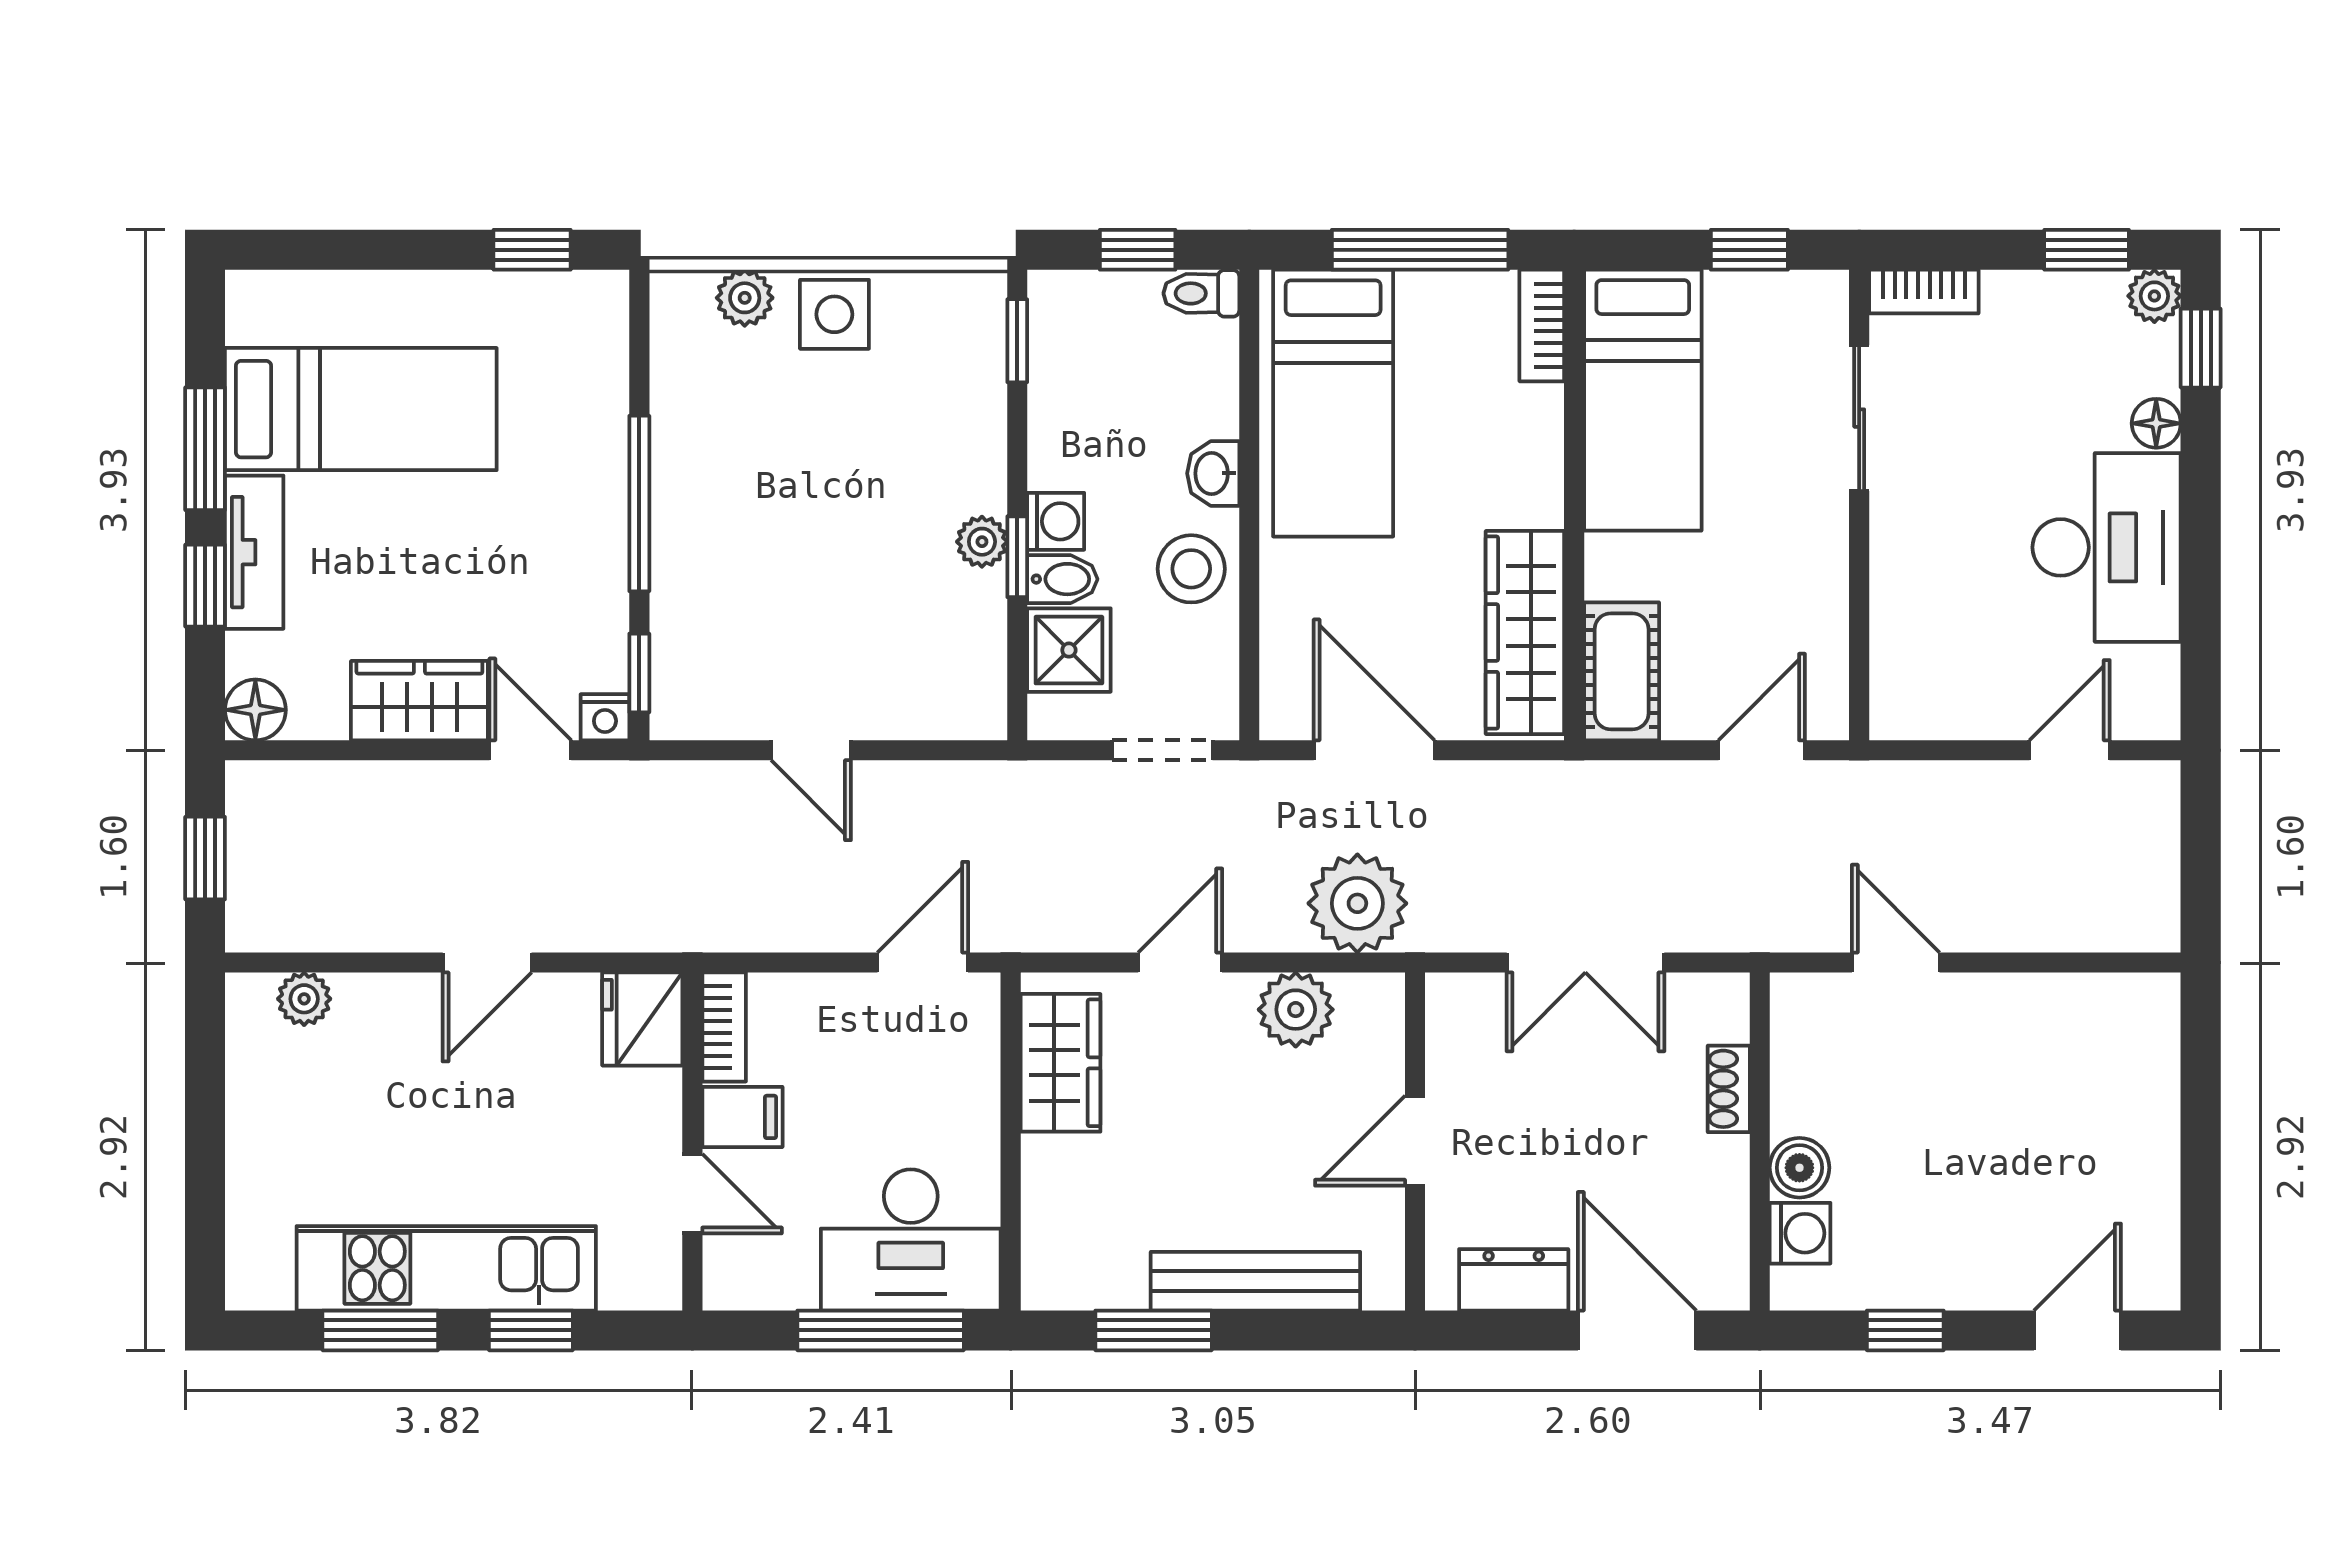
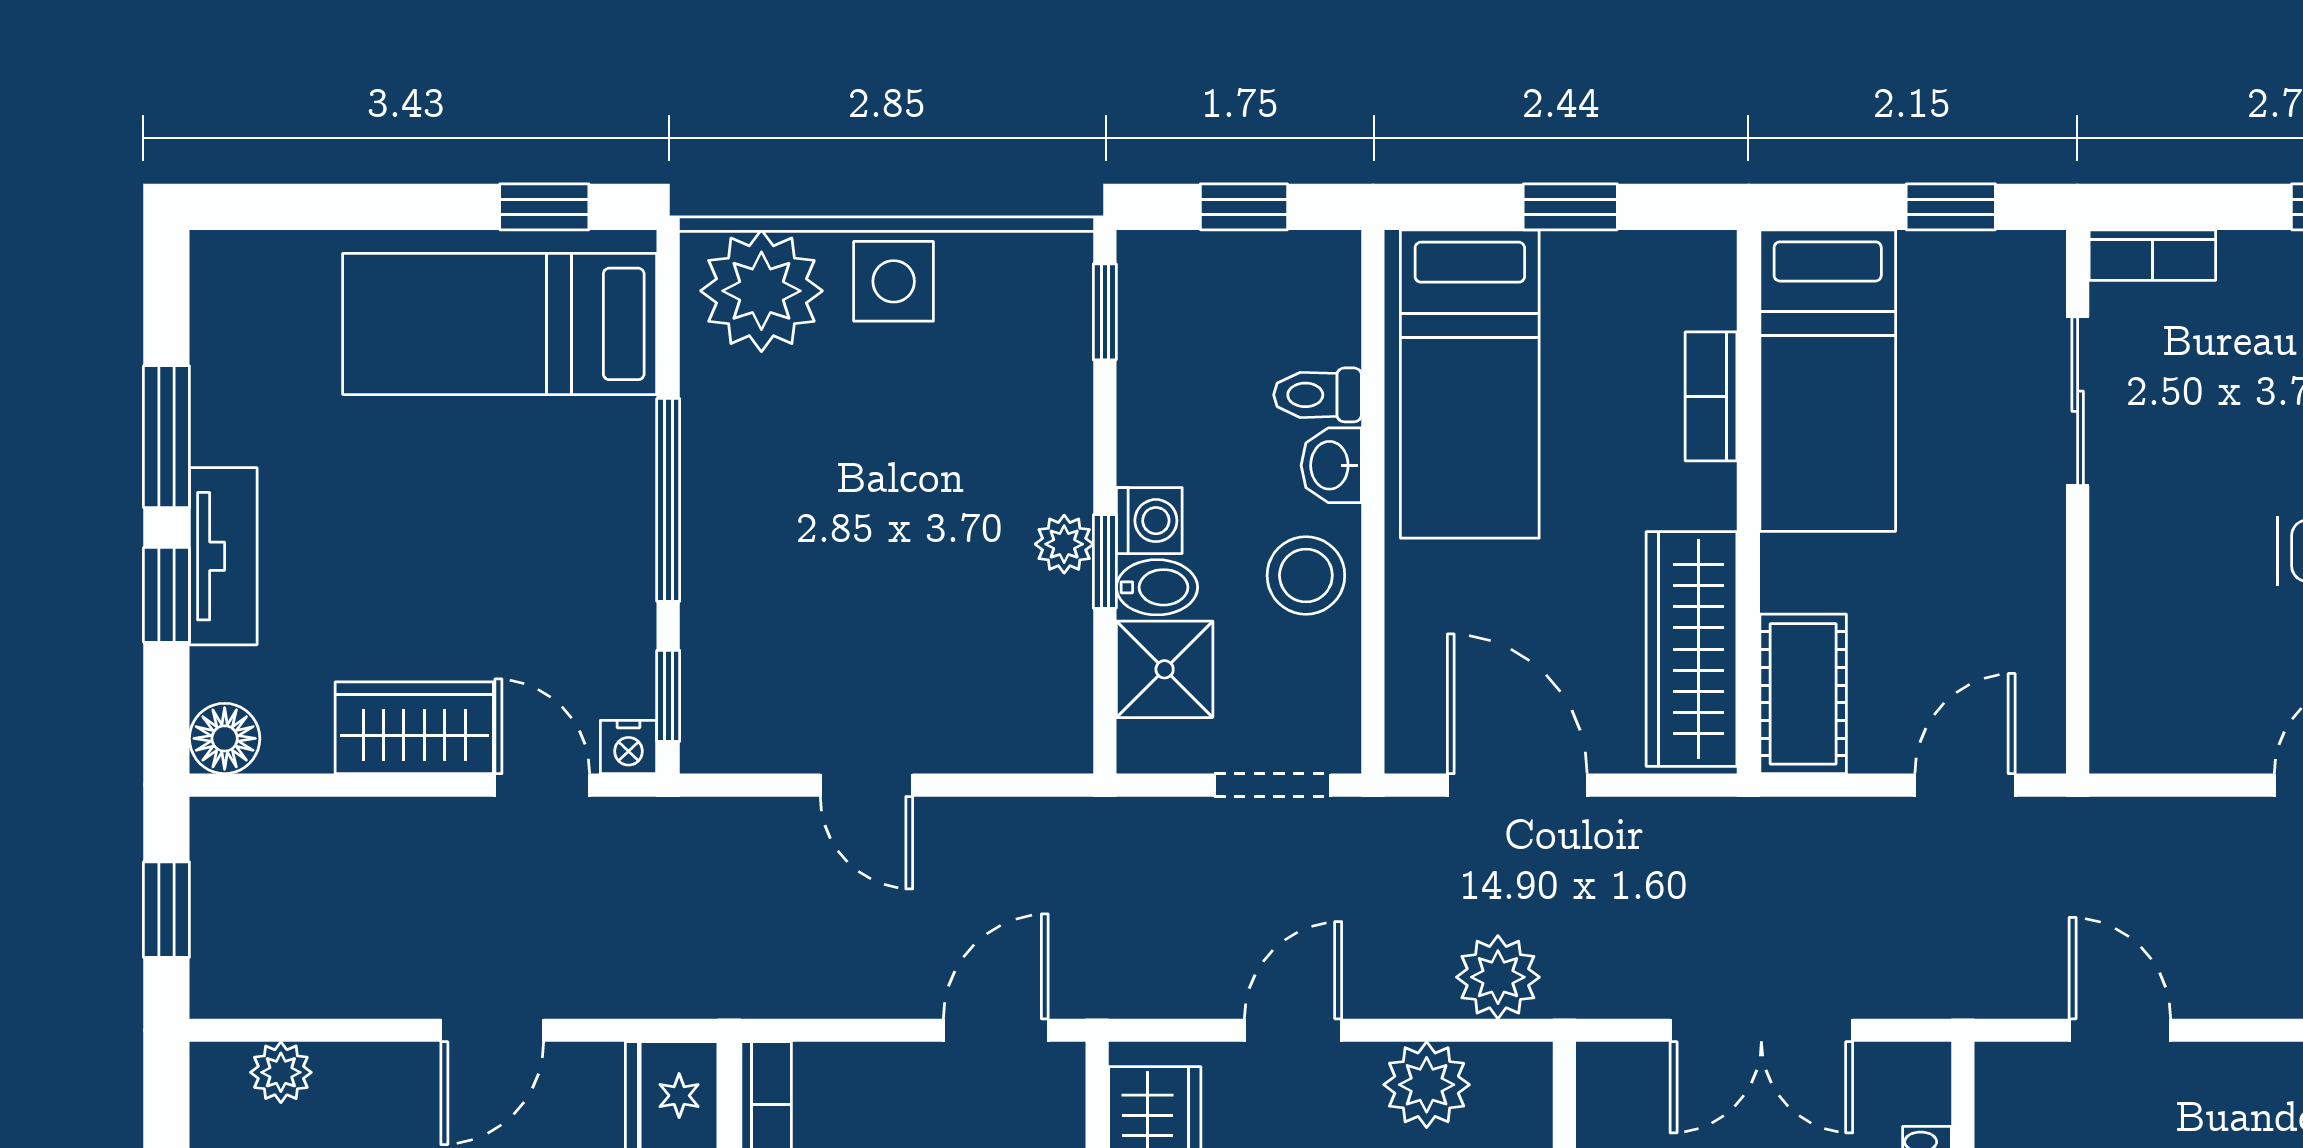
window: (1420, 250) -> (1570, 207), width x0.46
toilet: (1201, 293) -> (1318, 395), moved
plant: (745, 298) -> (761, 291), width x1.88, depth x1.88
bookcase: (1542, 326) -> (1711, 396), moved
bed: (361, 409) -> (500, 324), moved, turned 180
plant: (1357, 903) -> (1498, 977), width x0.73, depth x0.73

